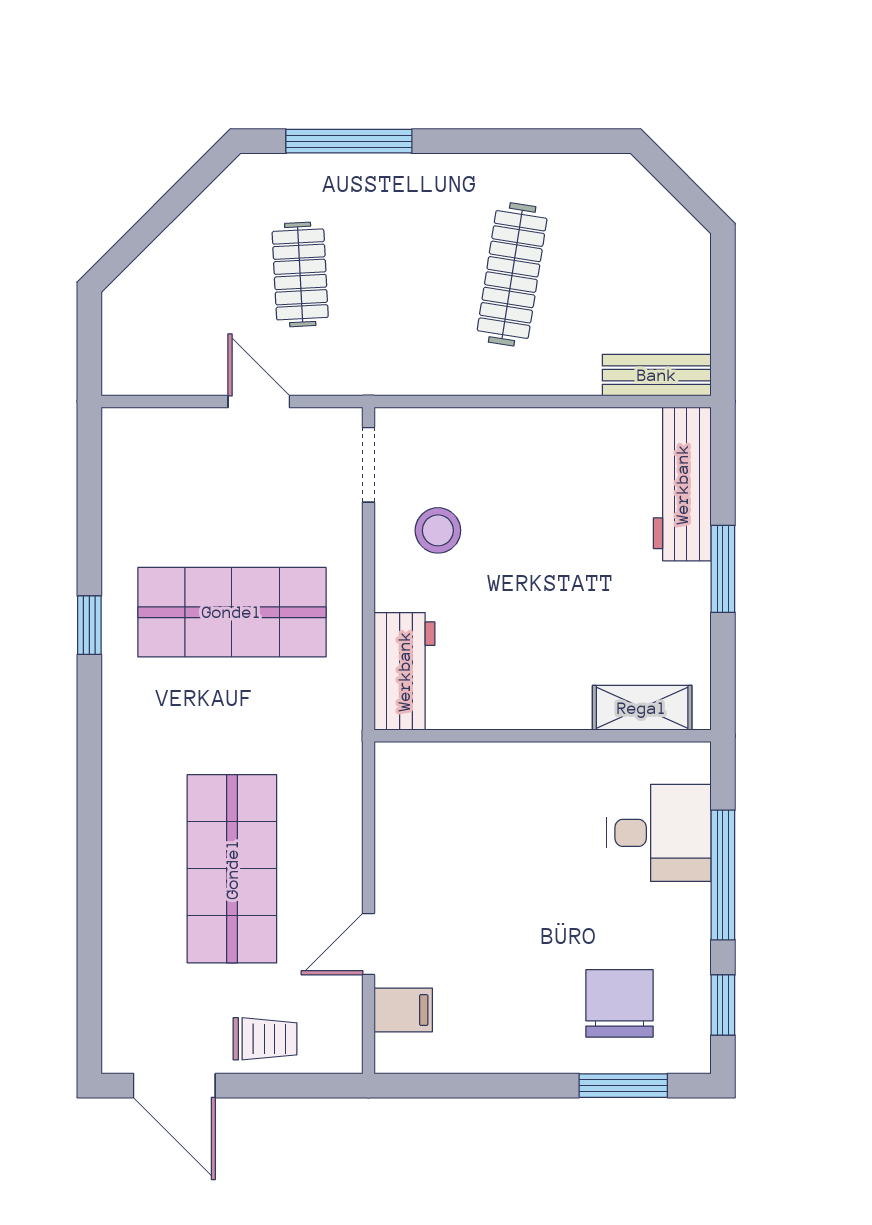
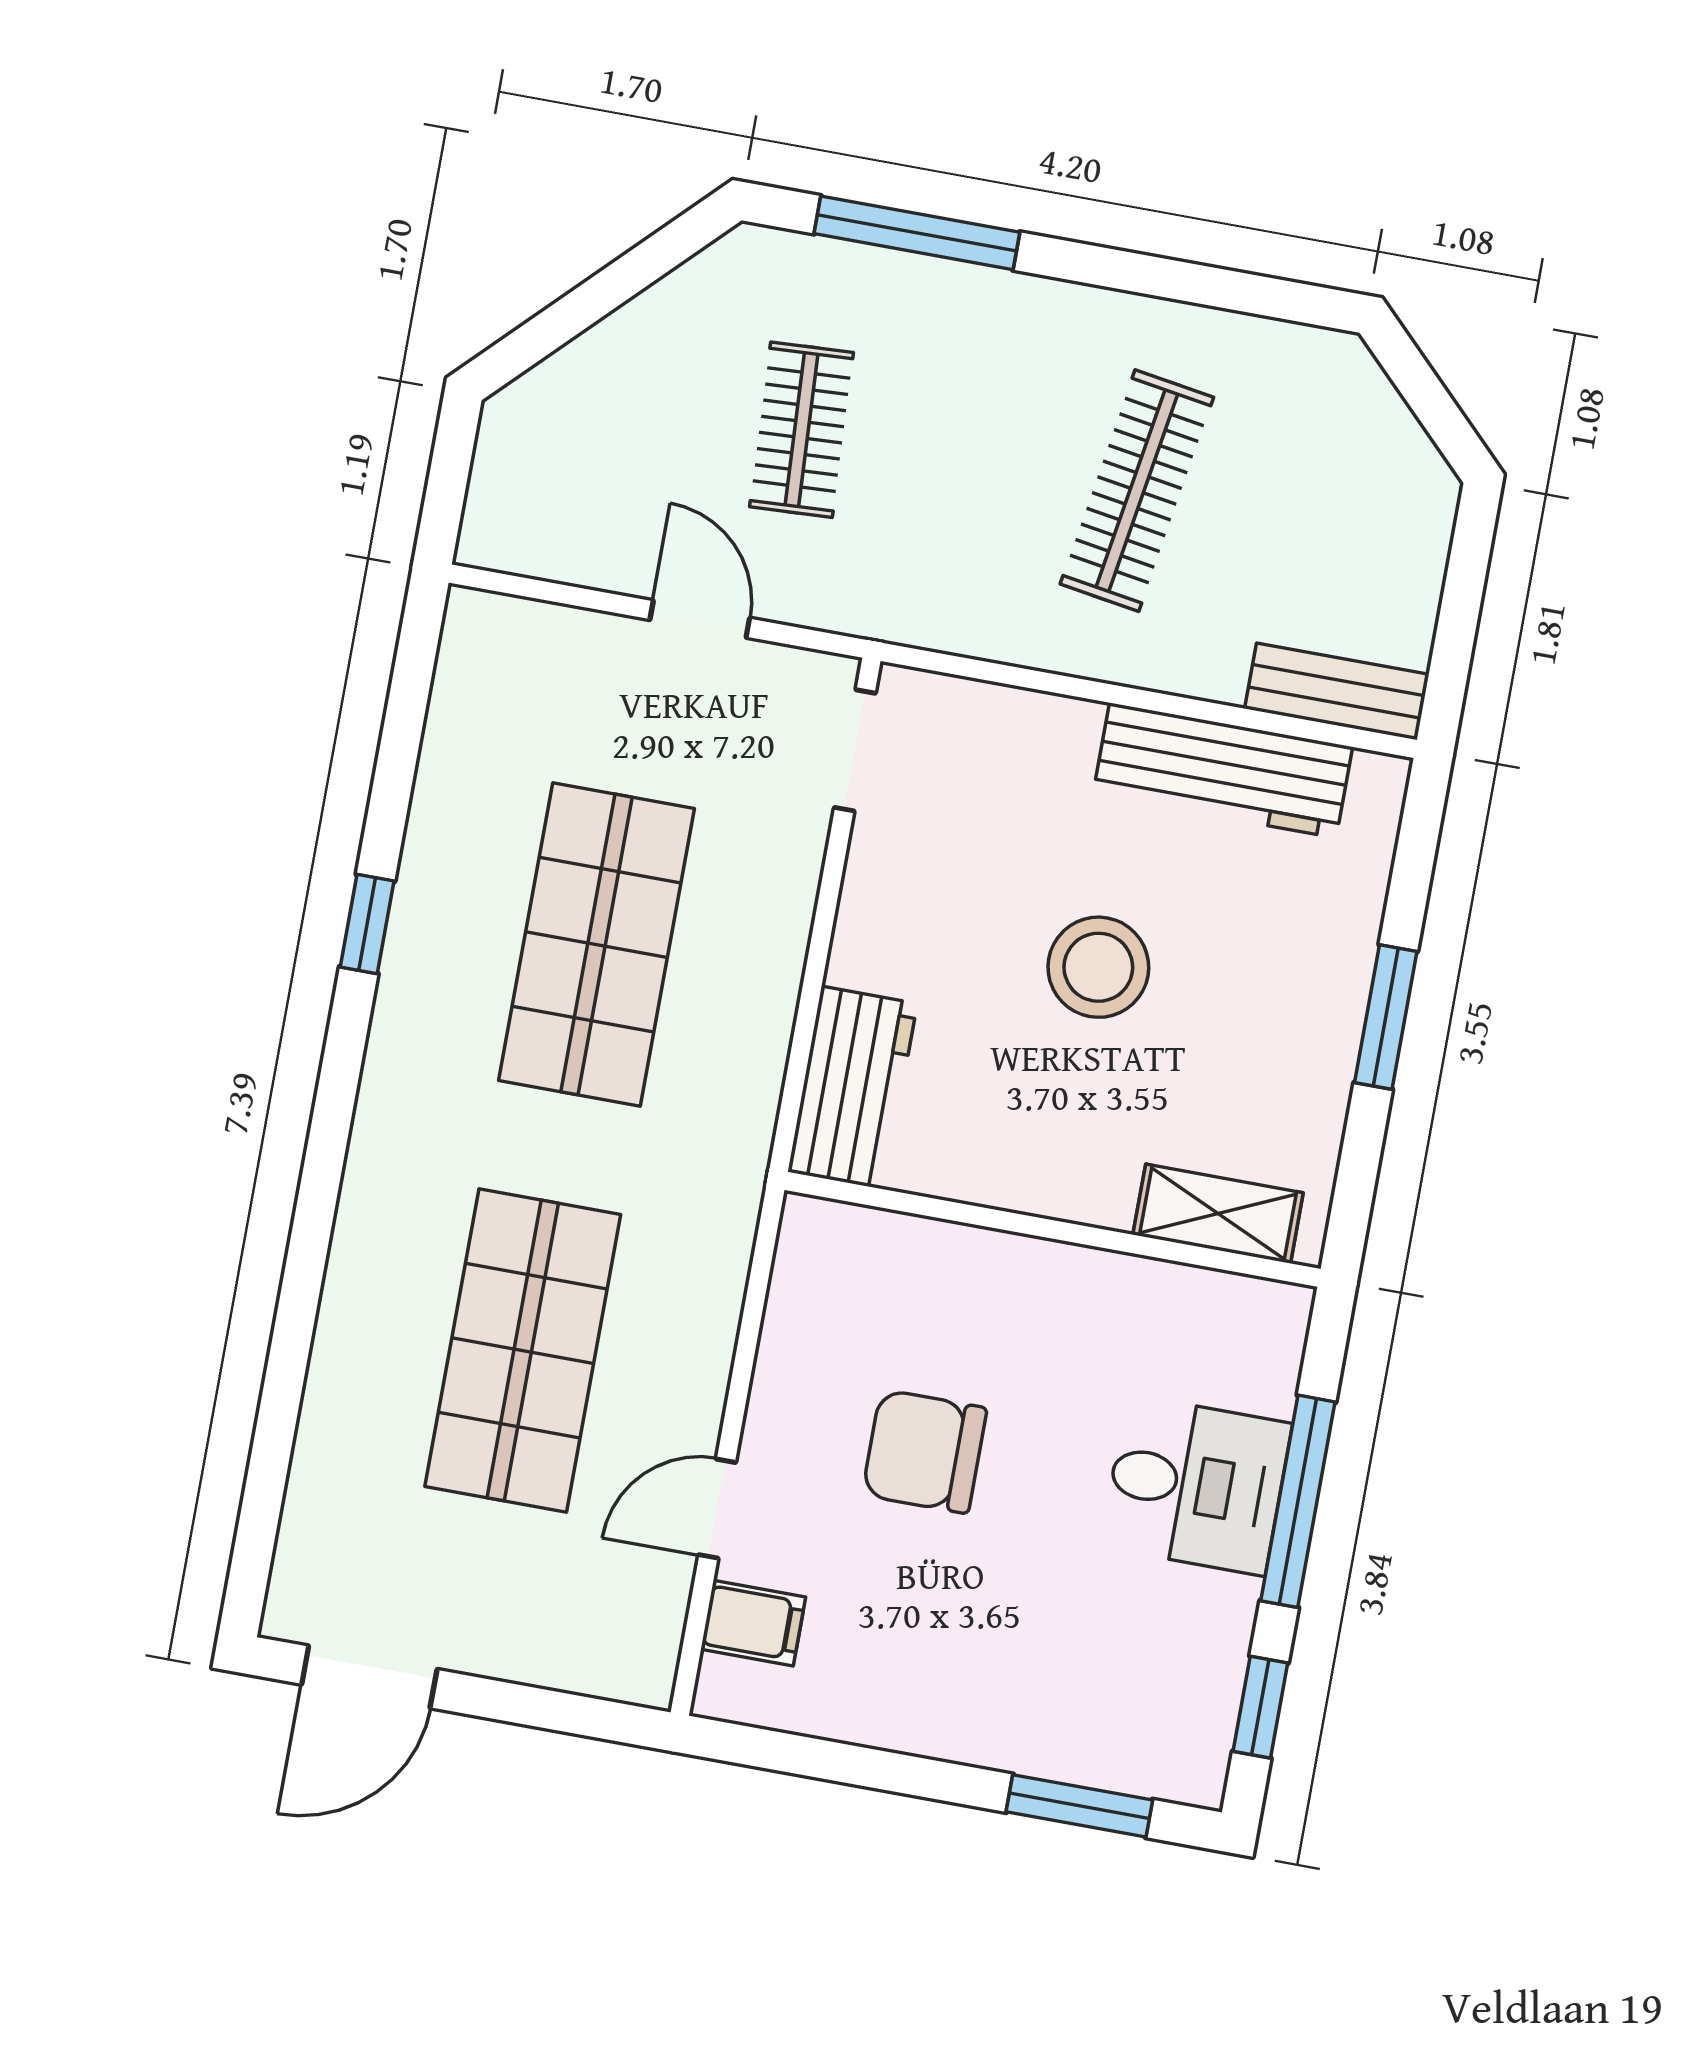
workbench: (682, 484) -> (1223, 770), moved, turned -90
stool: (438, 530) -> (1098, 967), moved, width x1.38, depth x1.38
shop shelf: (232, 612) -> (596, 944), turned 90
desk: (659, 833) -> (1196, 1485), moved
chair: (620, 1003) -> (924, 1451), moved, turned -90
trolley: (265, 1039) -> (526, 1629), removed
door: (174, 1086) -> (369, 1677), hinge flipped

